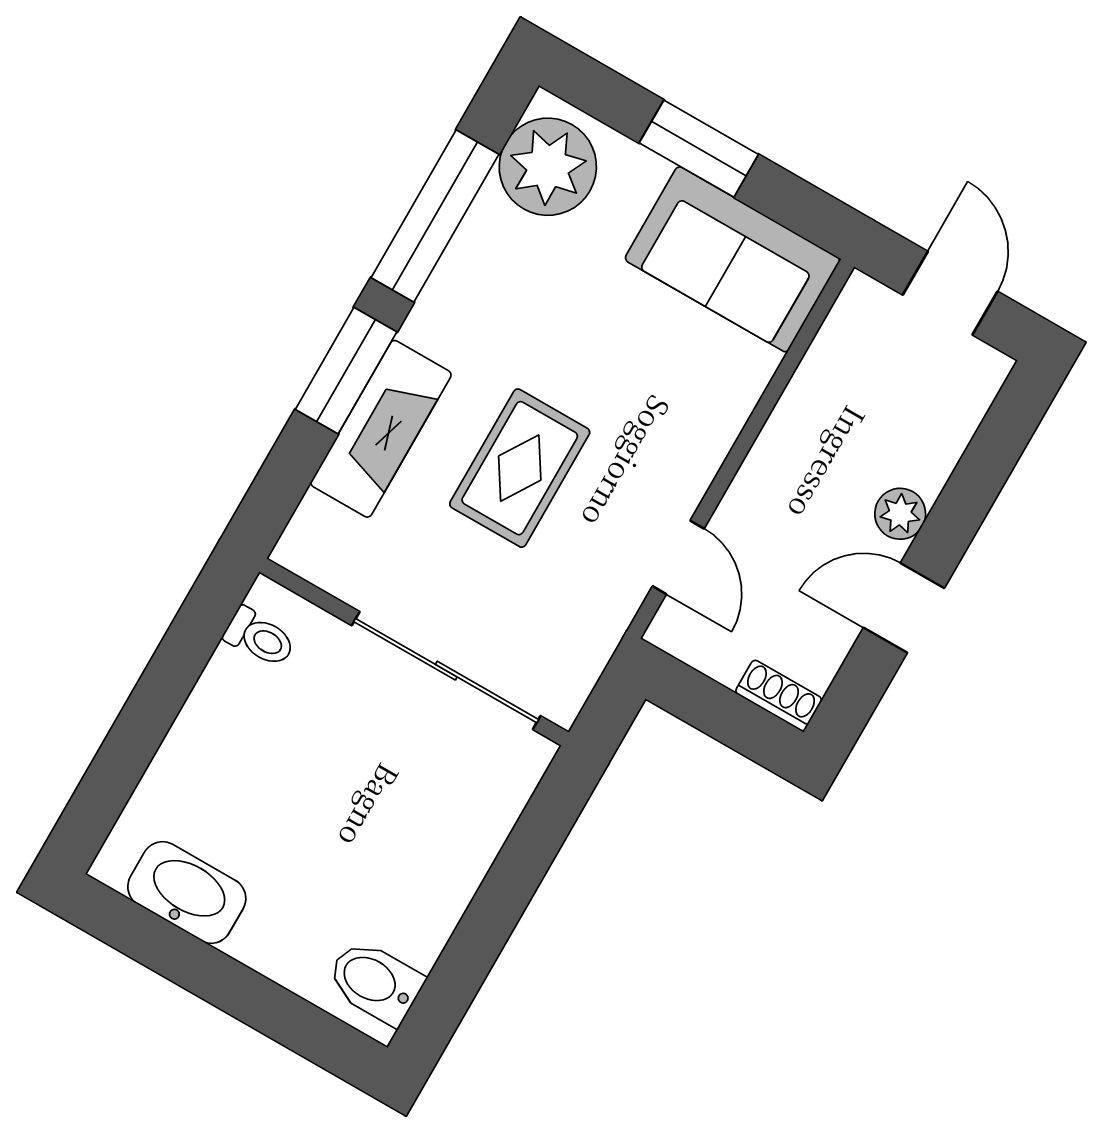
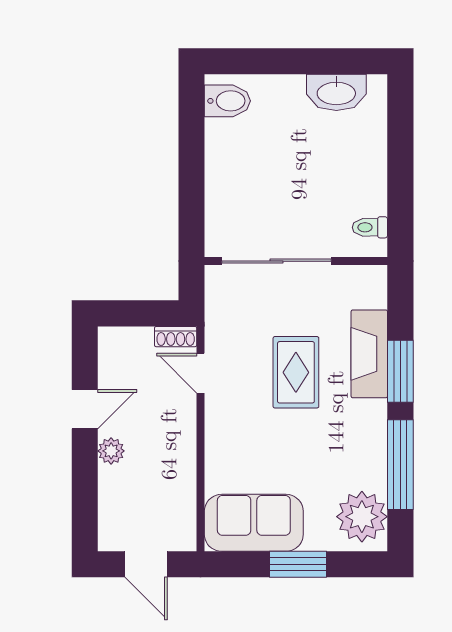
shoe rack: (779, 696) -> (176, 337), moved

